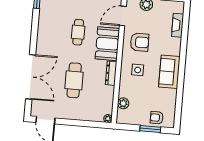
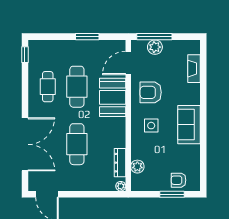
cafe table: (54, 30) -> (48, 87), added
cafe table: (78, 32) -> (77, 87), width x1.37, depth x1.35
armchair: (140, 42) -> (151, 92), turned 180
dresser: (111, 73) -> (120, 163), moved

